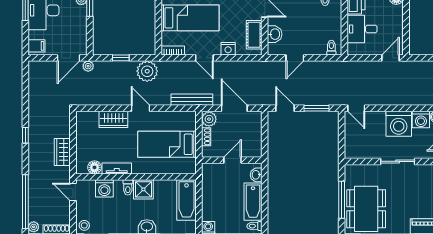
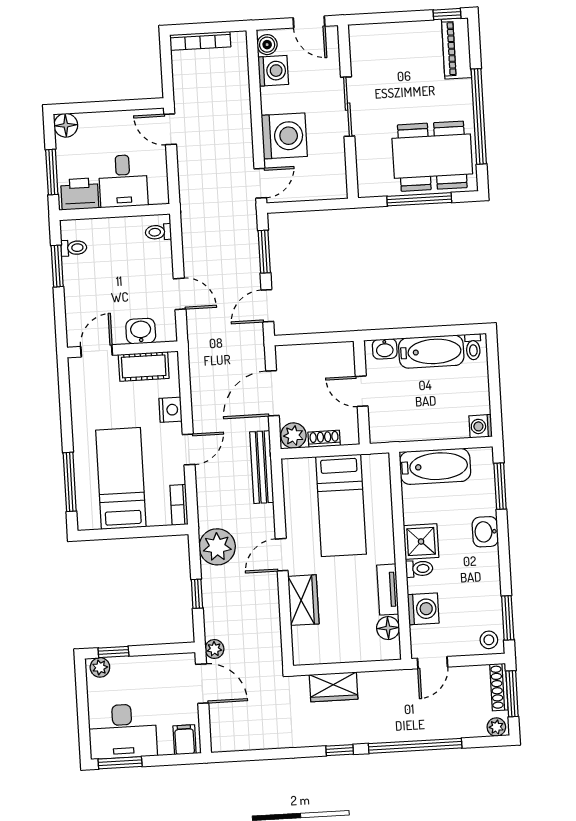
washing machine: (399, 124) -> (284, 136), moved
wardrobe: (62, 152) -> (334, 687), moved
window: (25, 202) -> (415, 746), moved

